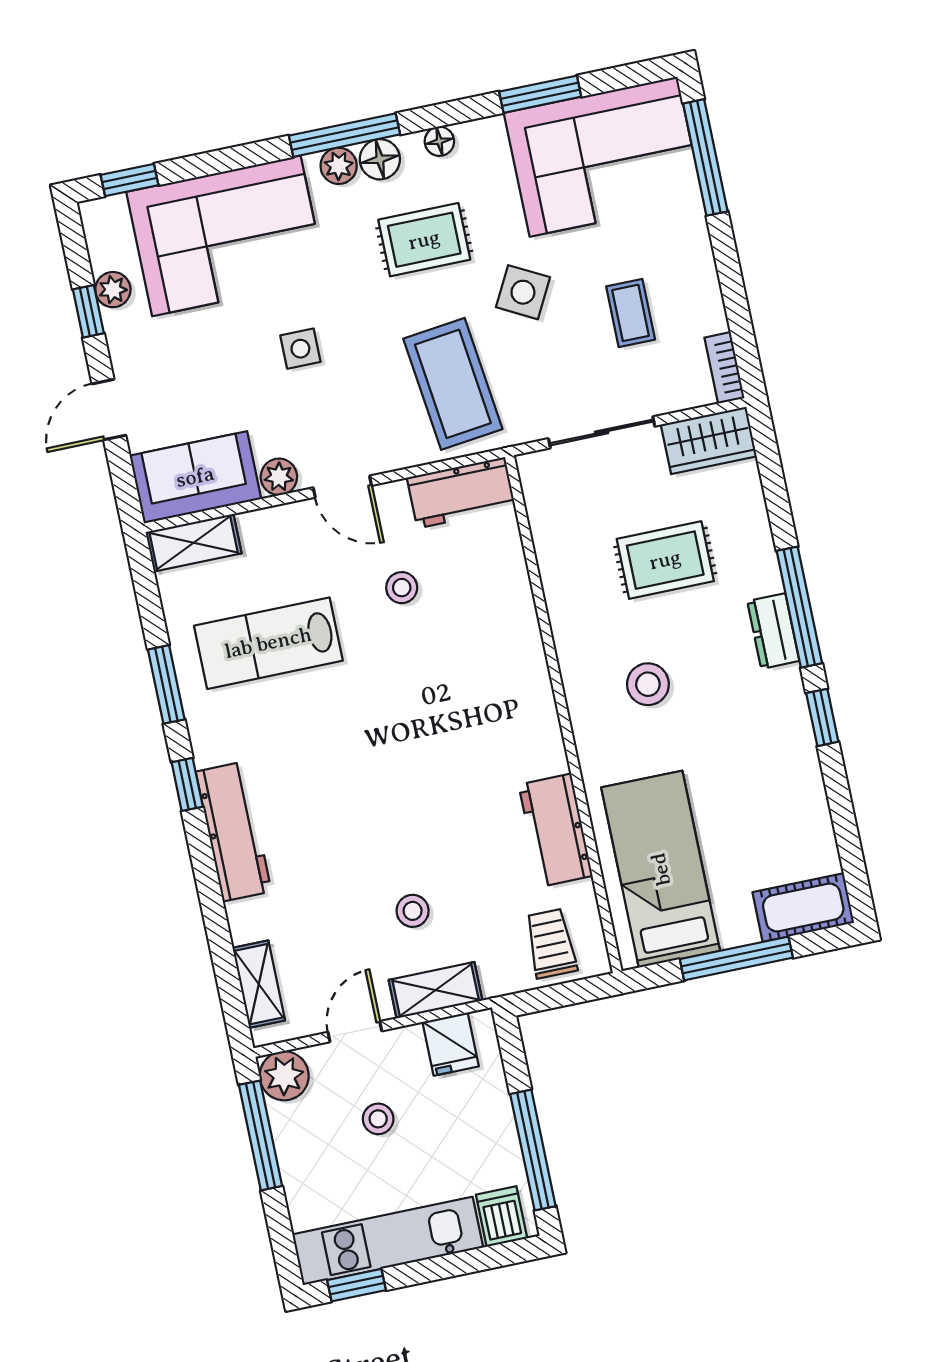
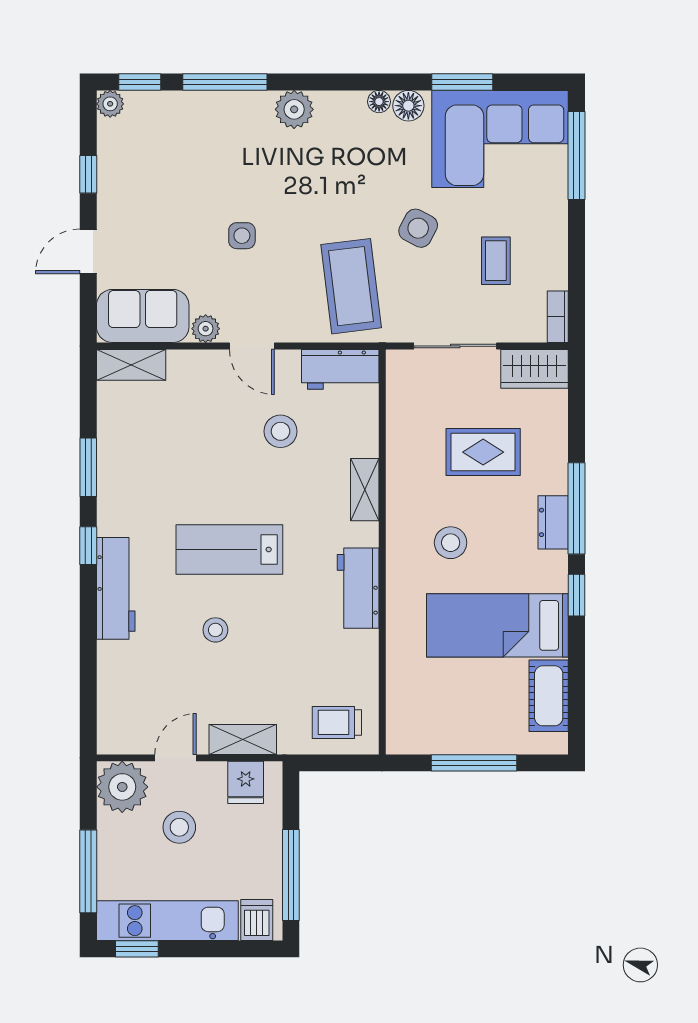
window: (345, 135) -> (225, 82), moved
floor lamp: (380, 159) -> (408, 106), moved
plant: (339, 166) -> (294, 109), width x1.38, depth x1.38
corner sofa: (226, 236) -> (204, 139), removed
rug: (424, 240) -> (352, 173), removed
plant: (113, 290) -> (110, 104), moved
stool: (402, 588) -> (281, 431), width x1.37, depth x1.37
lab bench: (268, 643) -> (229, 549), moved
workbench: (556, 830) -> (358, 588), moved
bed: (661, 869) -> (497, 625), moved, turned -90
cot: (803, 907) -> (549, 696), moved, turned 90
stool: (413, 911) -> (215, 630), moved
trolley: (551, 943) -> (337, 722), turned -90
shelving: (259, 984) -> (365, 490), moved
plant: (284, 1076) -> (122, 787), width x1.36, depth x1.36
stool: (378, 1119) -> (179, 827), width x1.37, depth x1.37
window: (261, 1135) -> (88, 871), moved

